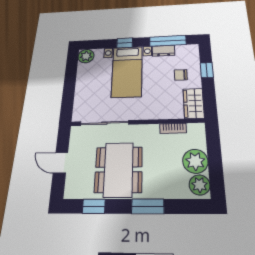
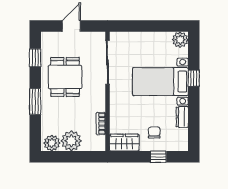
window: (168, 41) -> (194, 121), removed
dining table: (119, 169) -> (65, 77), width x0.73

